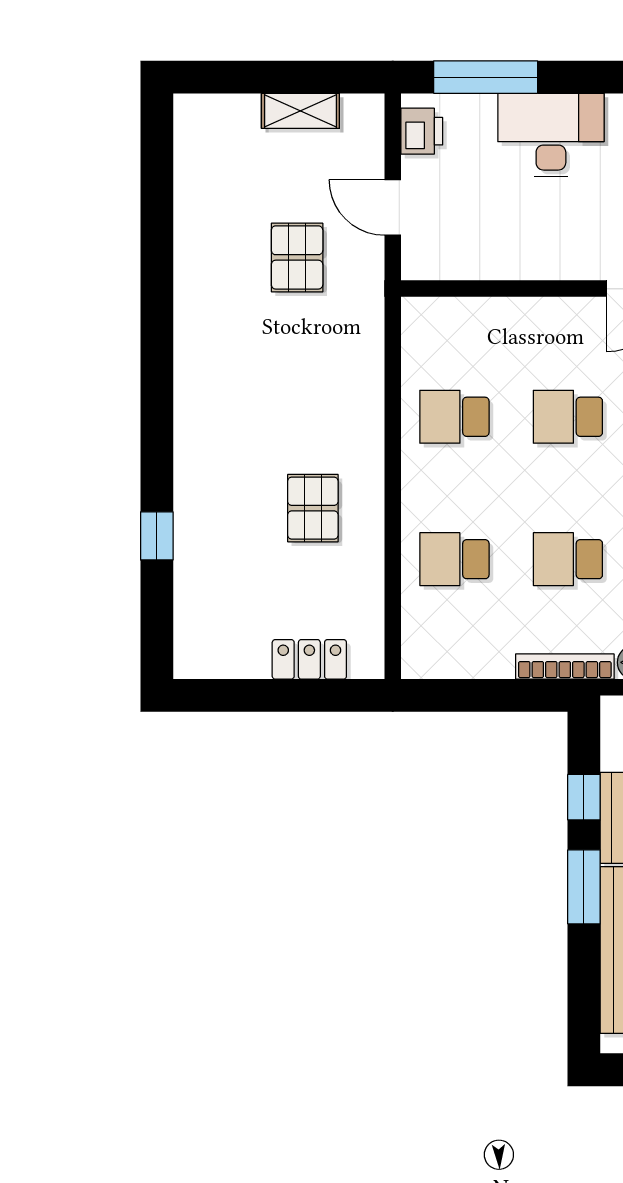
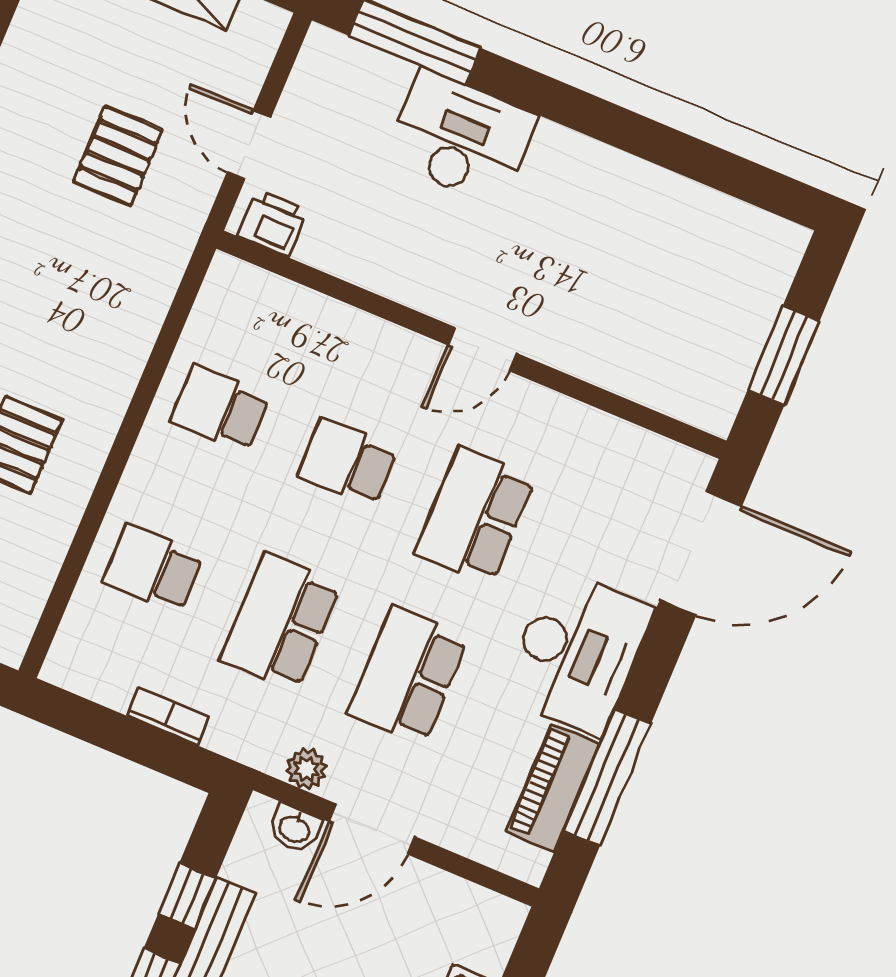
printer: (422, 131) -> (273, 223), moved, turned -90
school desk: (568, 559) -> (281, 622), width x1.85
bookcase: (565, 667) -> (168, 716), moved, width x0.64

